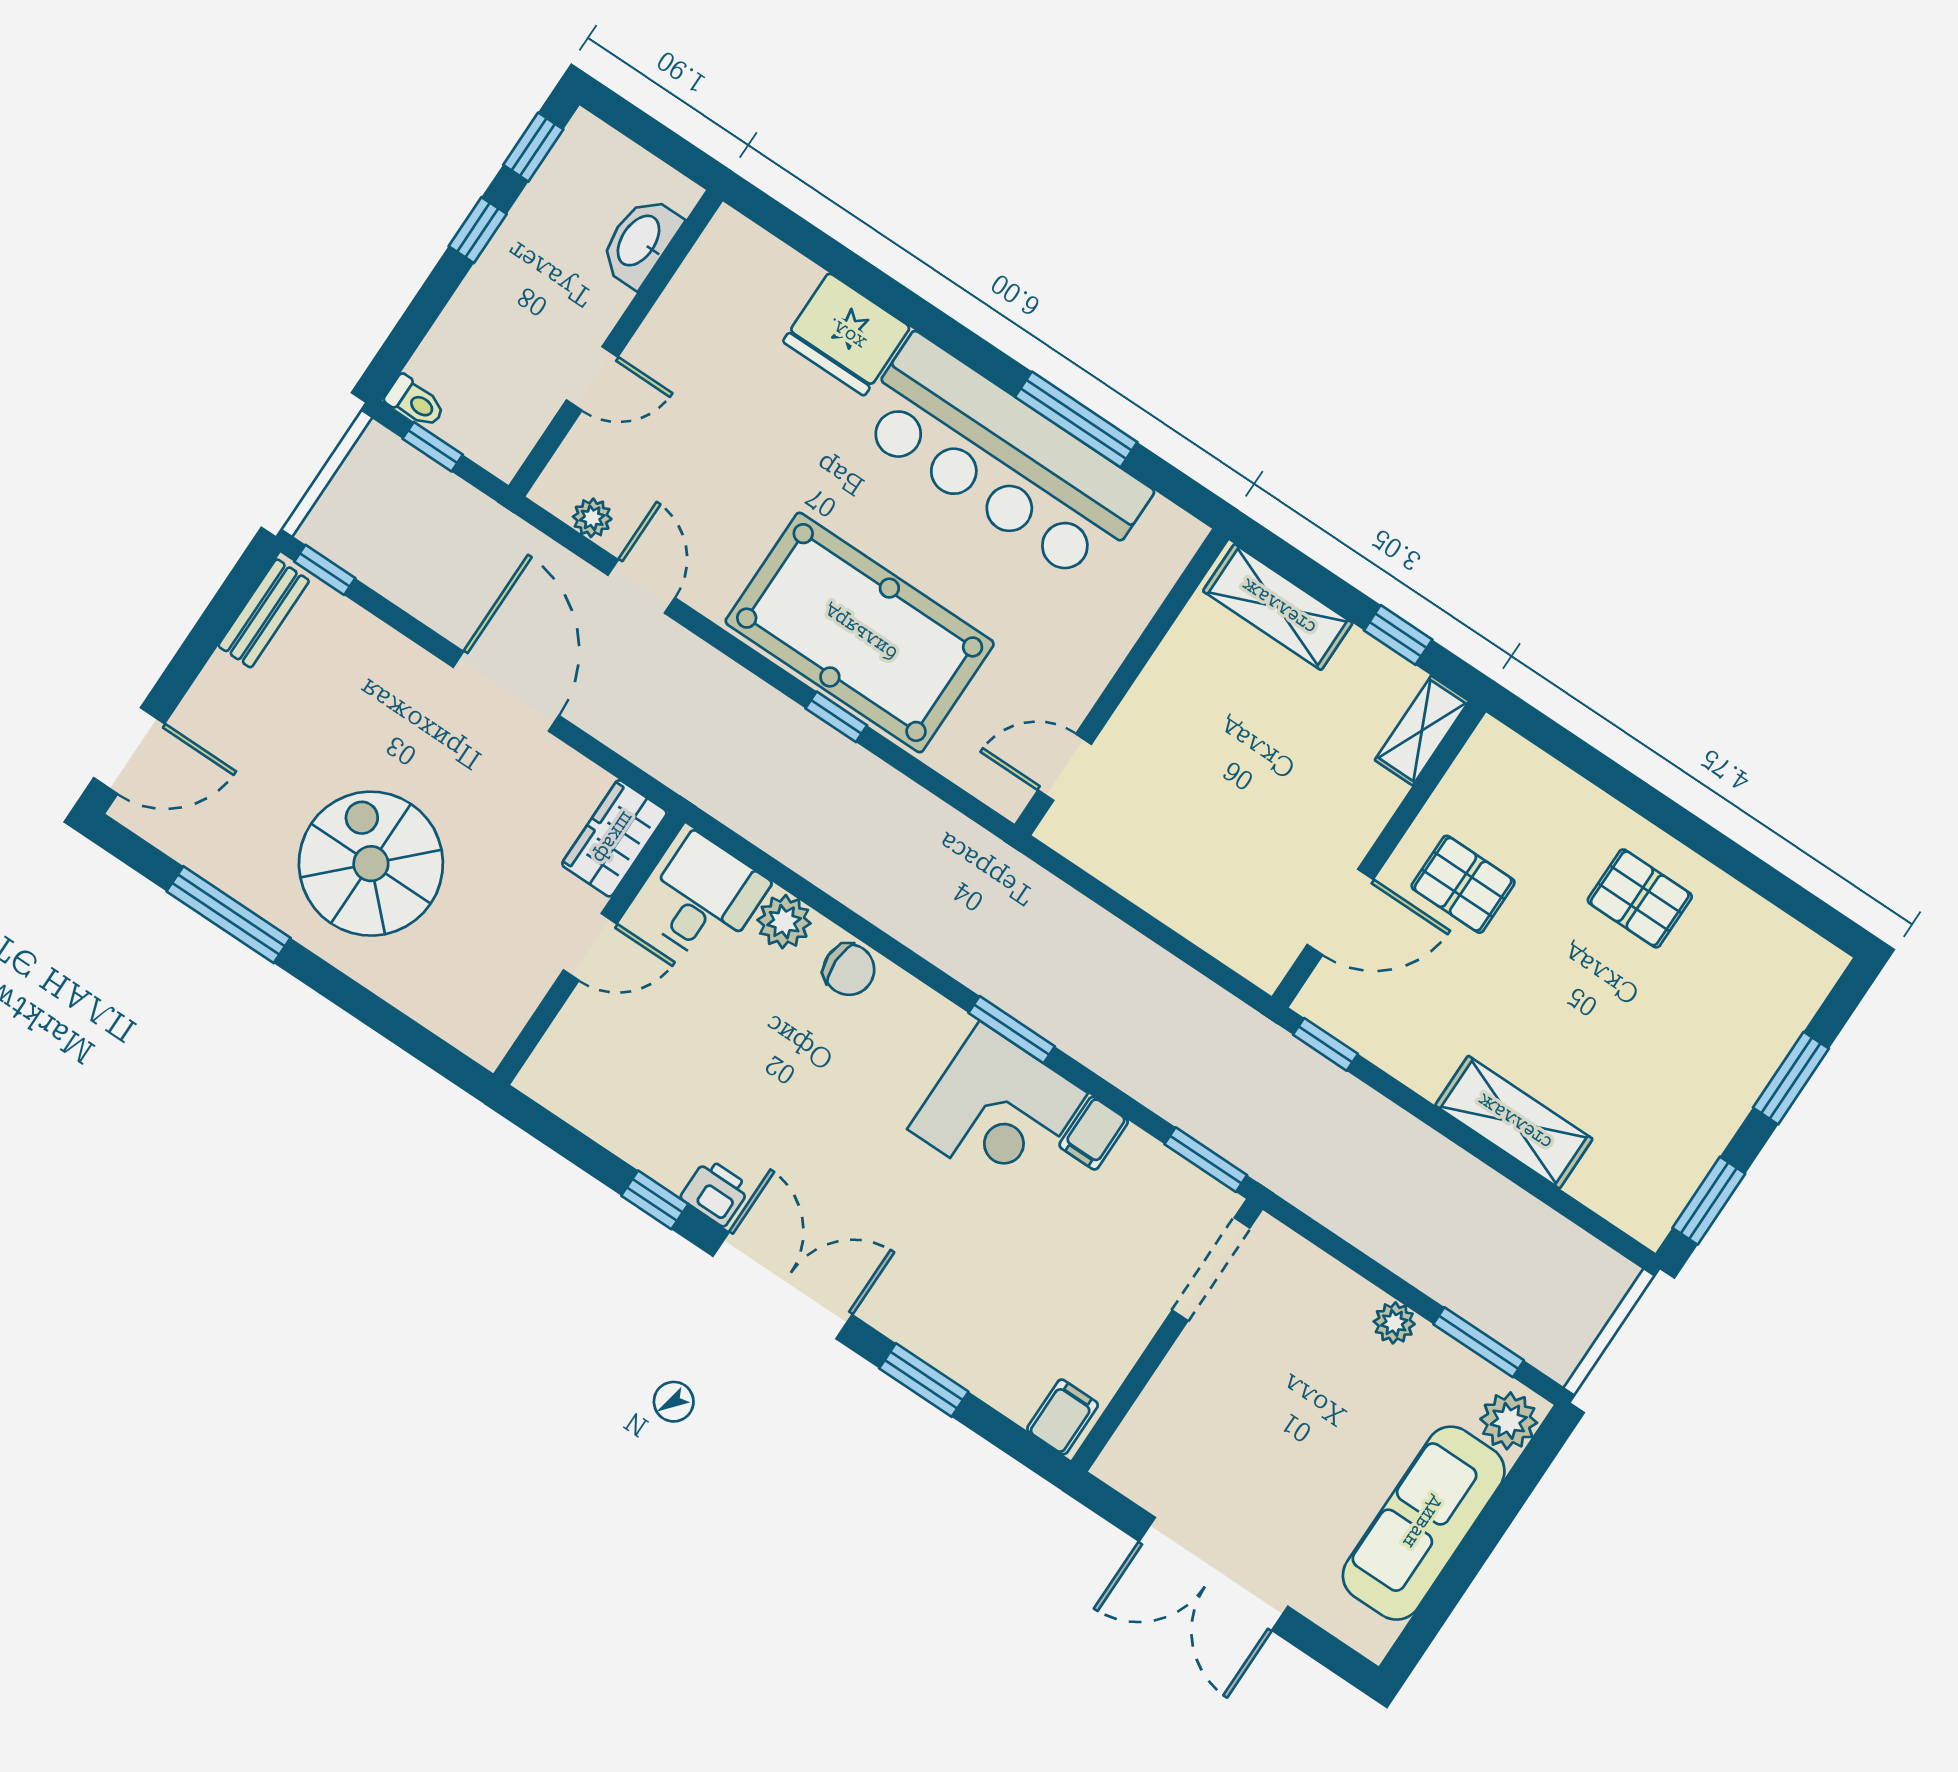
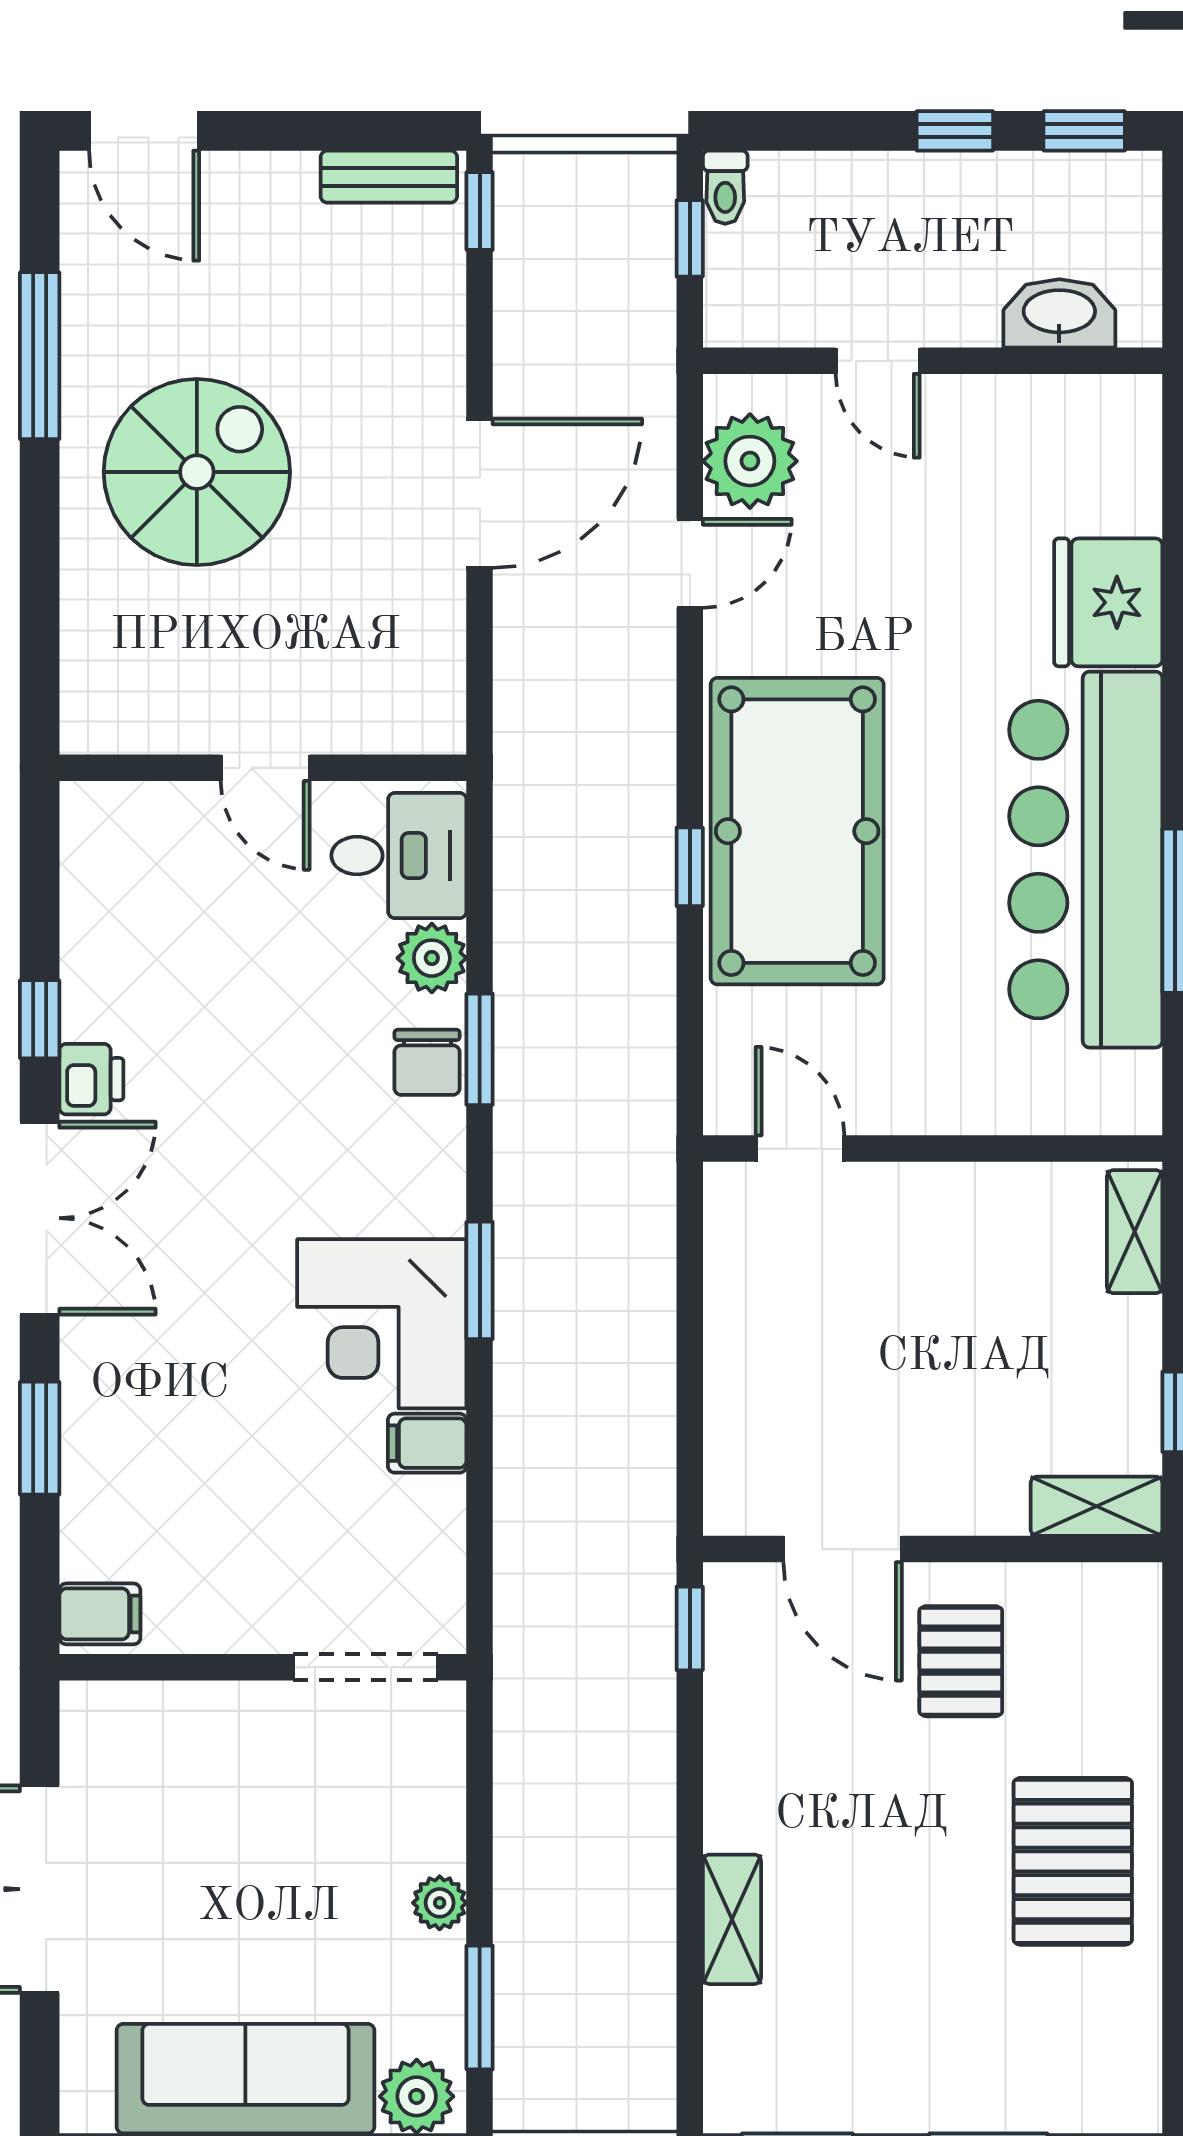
plant: (592, 518) -> (750, 461), width x1.87, depth x1.87
shelving: (1278, 607) -> (1135, 1232), width x0.67, depth x0.75
wardrobe: (614, 838) -> (399, 716), removed
pallet: (1640, 898) -> (1073, 1861), width x1.50, depth x1.42
shelving: (1514, 1122) -> (732, 1919), width x0.67, depth x0.75
window: (1206, 1160) -> (480, 1049), moved

